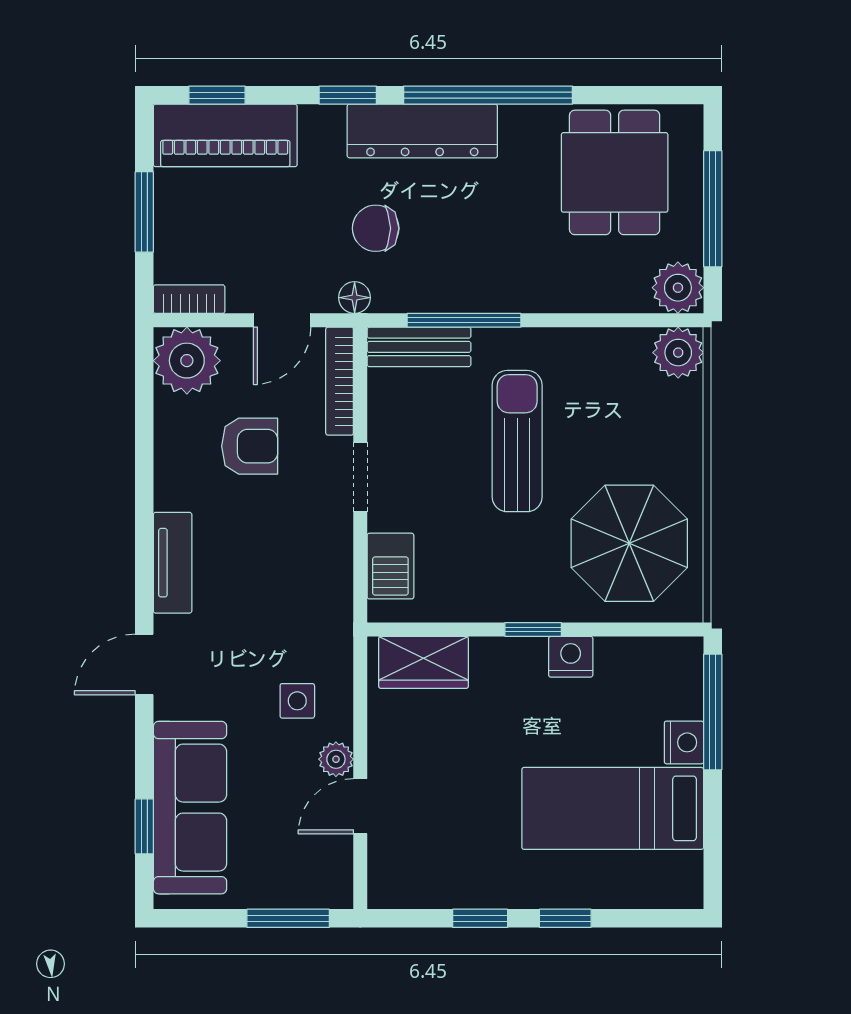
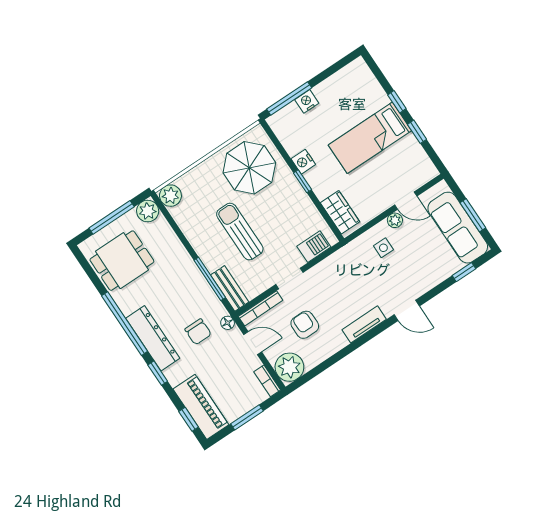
sun lounger: (517, 441) -> (240, 232), turned 90
sofa: (190, 808) -> (458, 228), moved, turned -90
bed: (613, 808) -> (370, 138), moved, turned 90
window: (288, 918) -> (473, 215), moved

